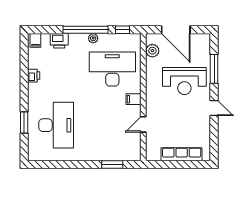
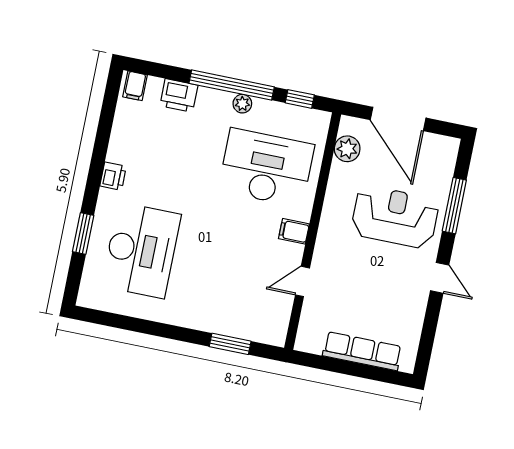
printer: (34, 76) -> (113, 176), moved
reception desk: (184, 81) -> (395, 217), turned 180

